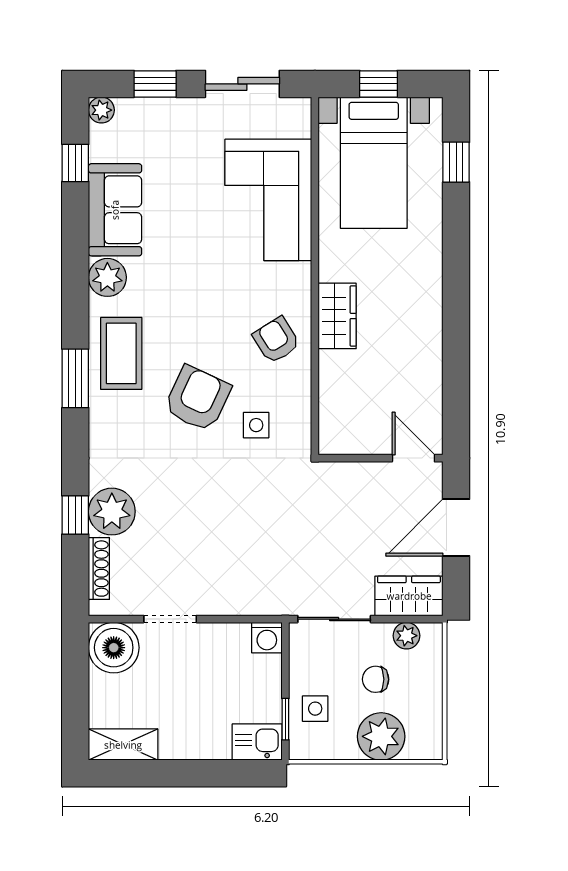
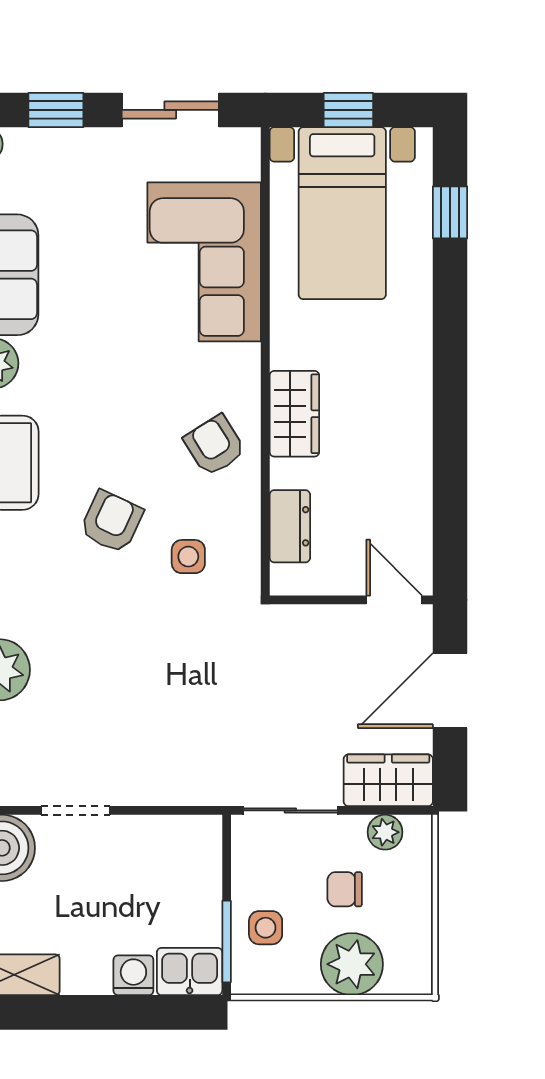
armchair: (197, 398) -> (111, 522), width x0.72, depth x0.72
dresser: (334, 402) -> (290, 526), added
washing machine: (267, 638) -> (133, 975), moved, turned 180
window: (285, 719) -> (227, 941), width x1.50

